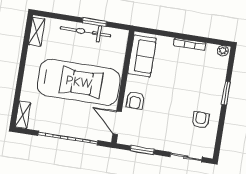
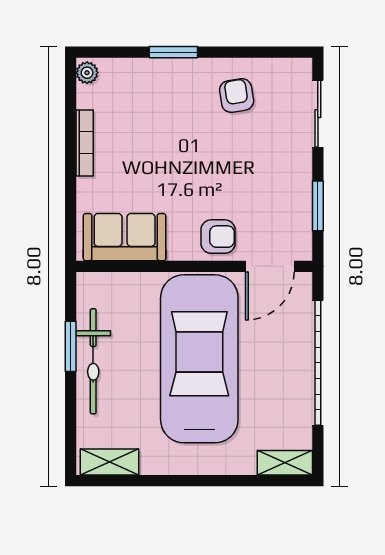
armchair: (201, 120) -> (237, 96), turned 81

